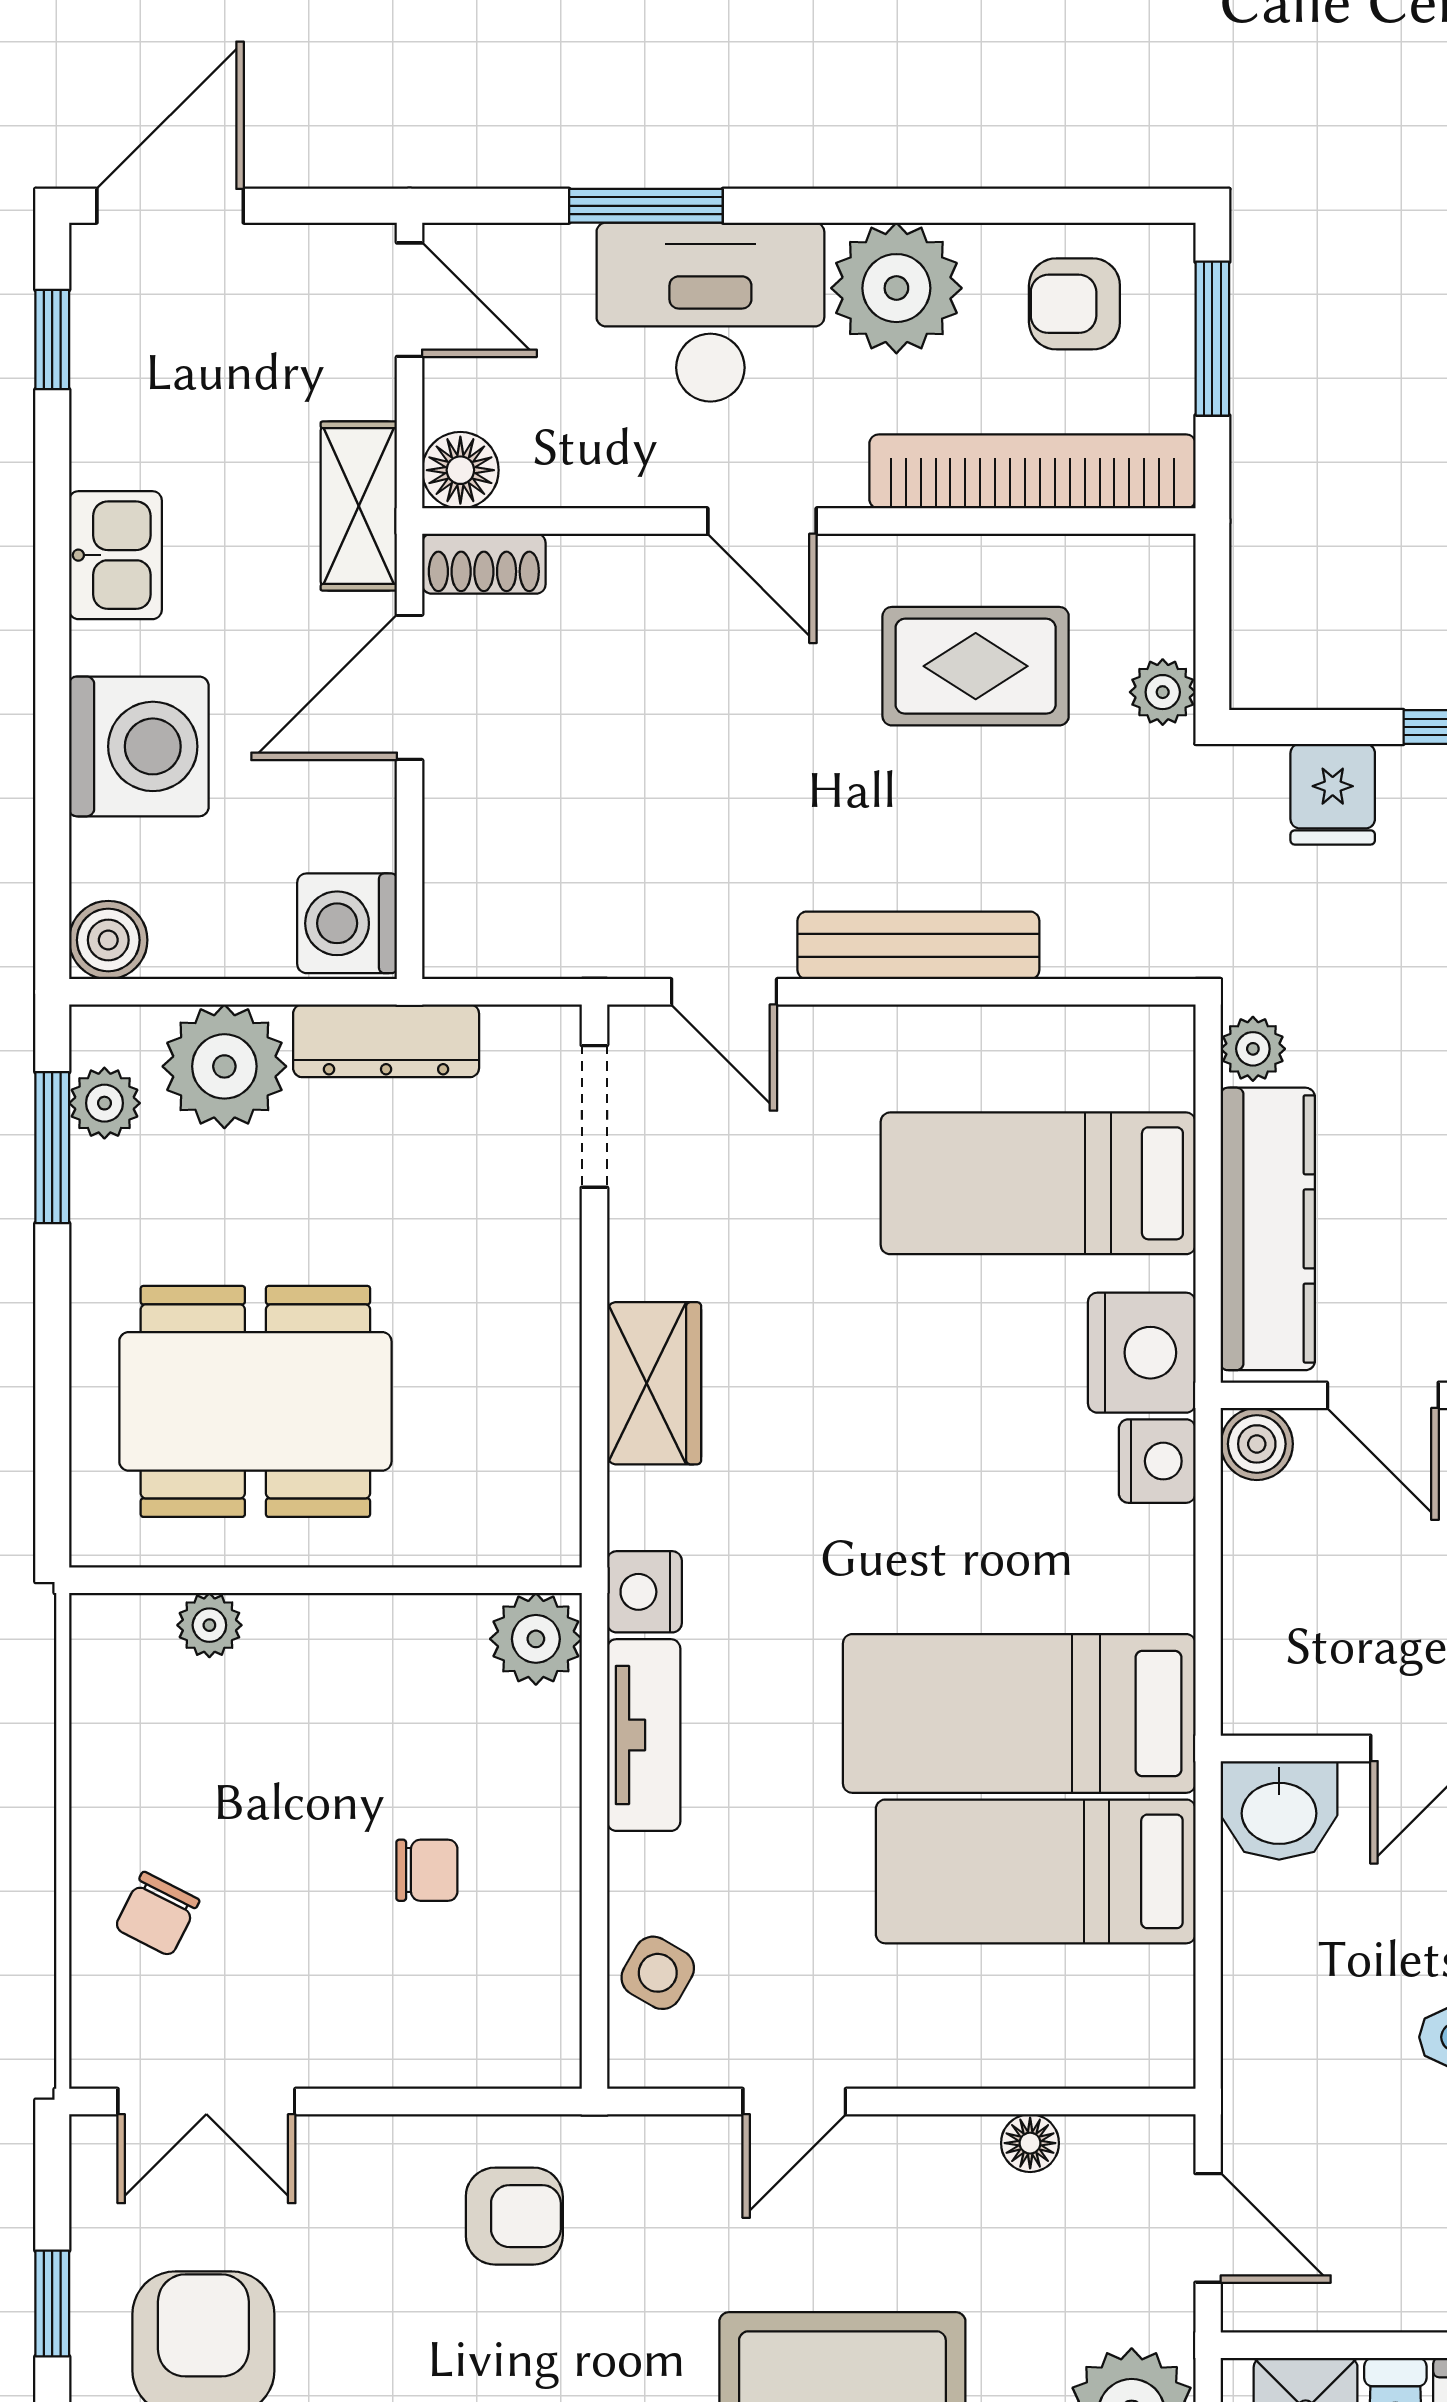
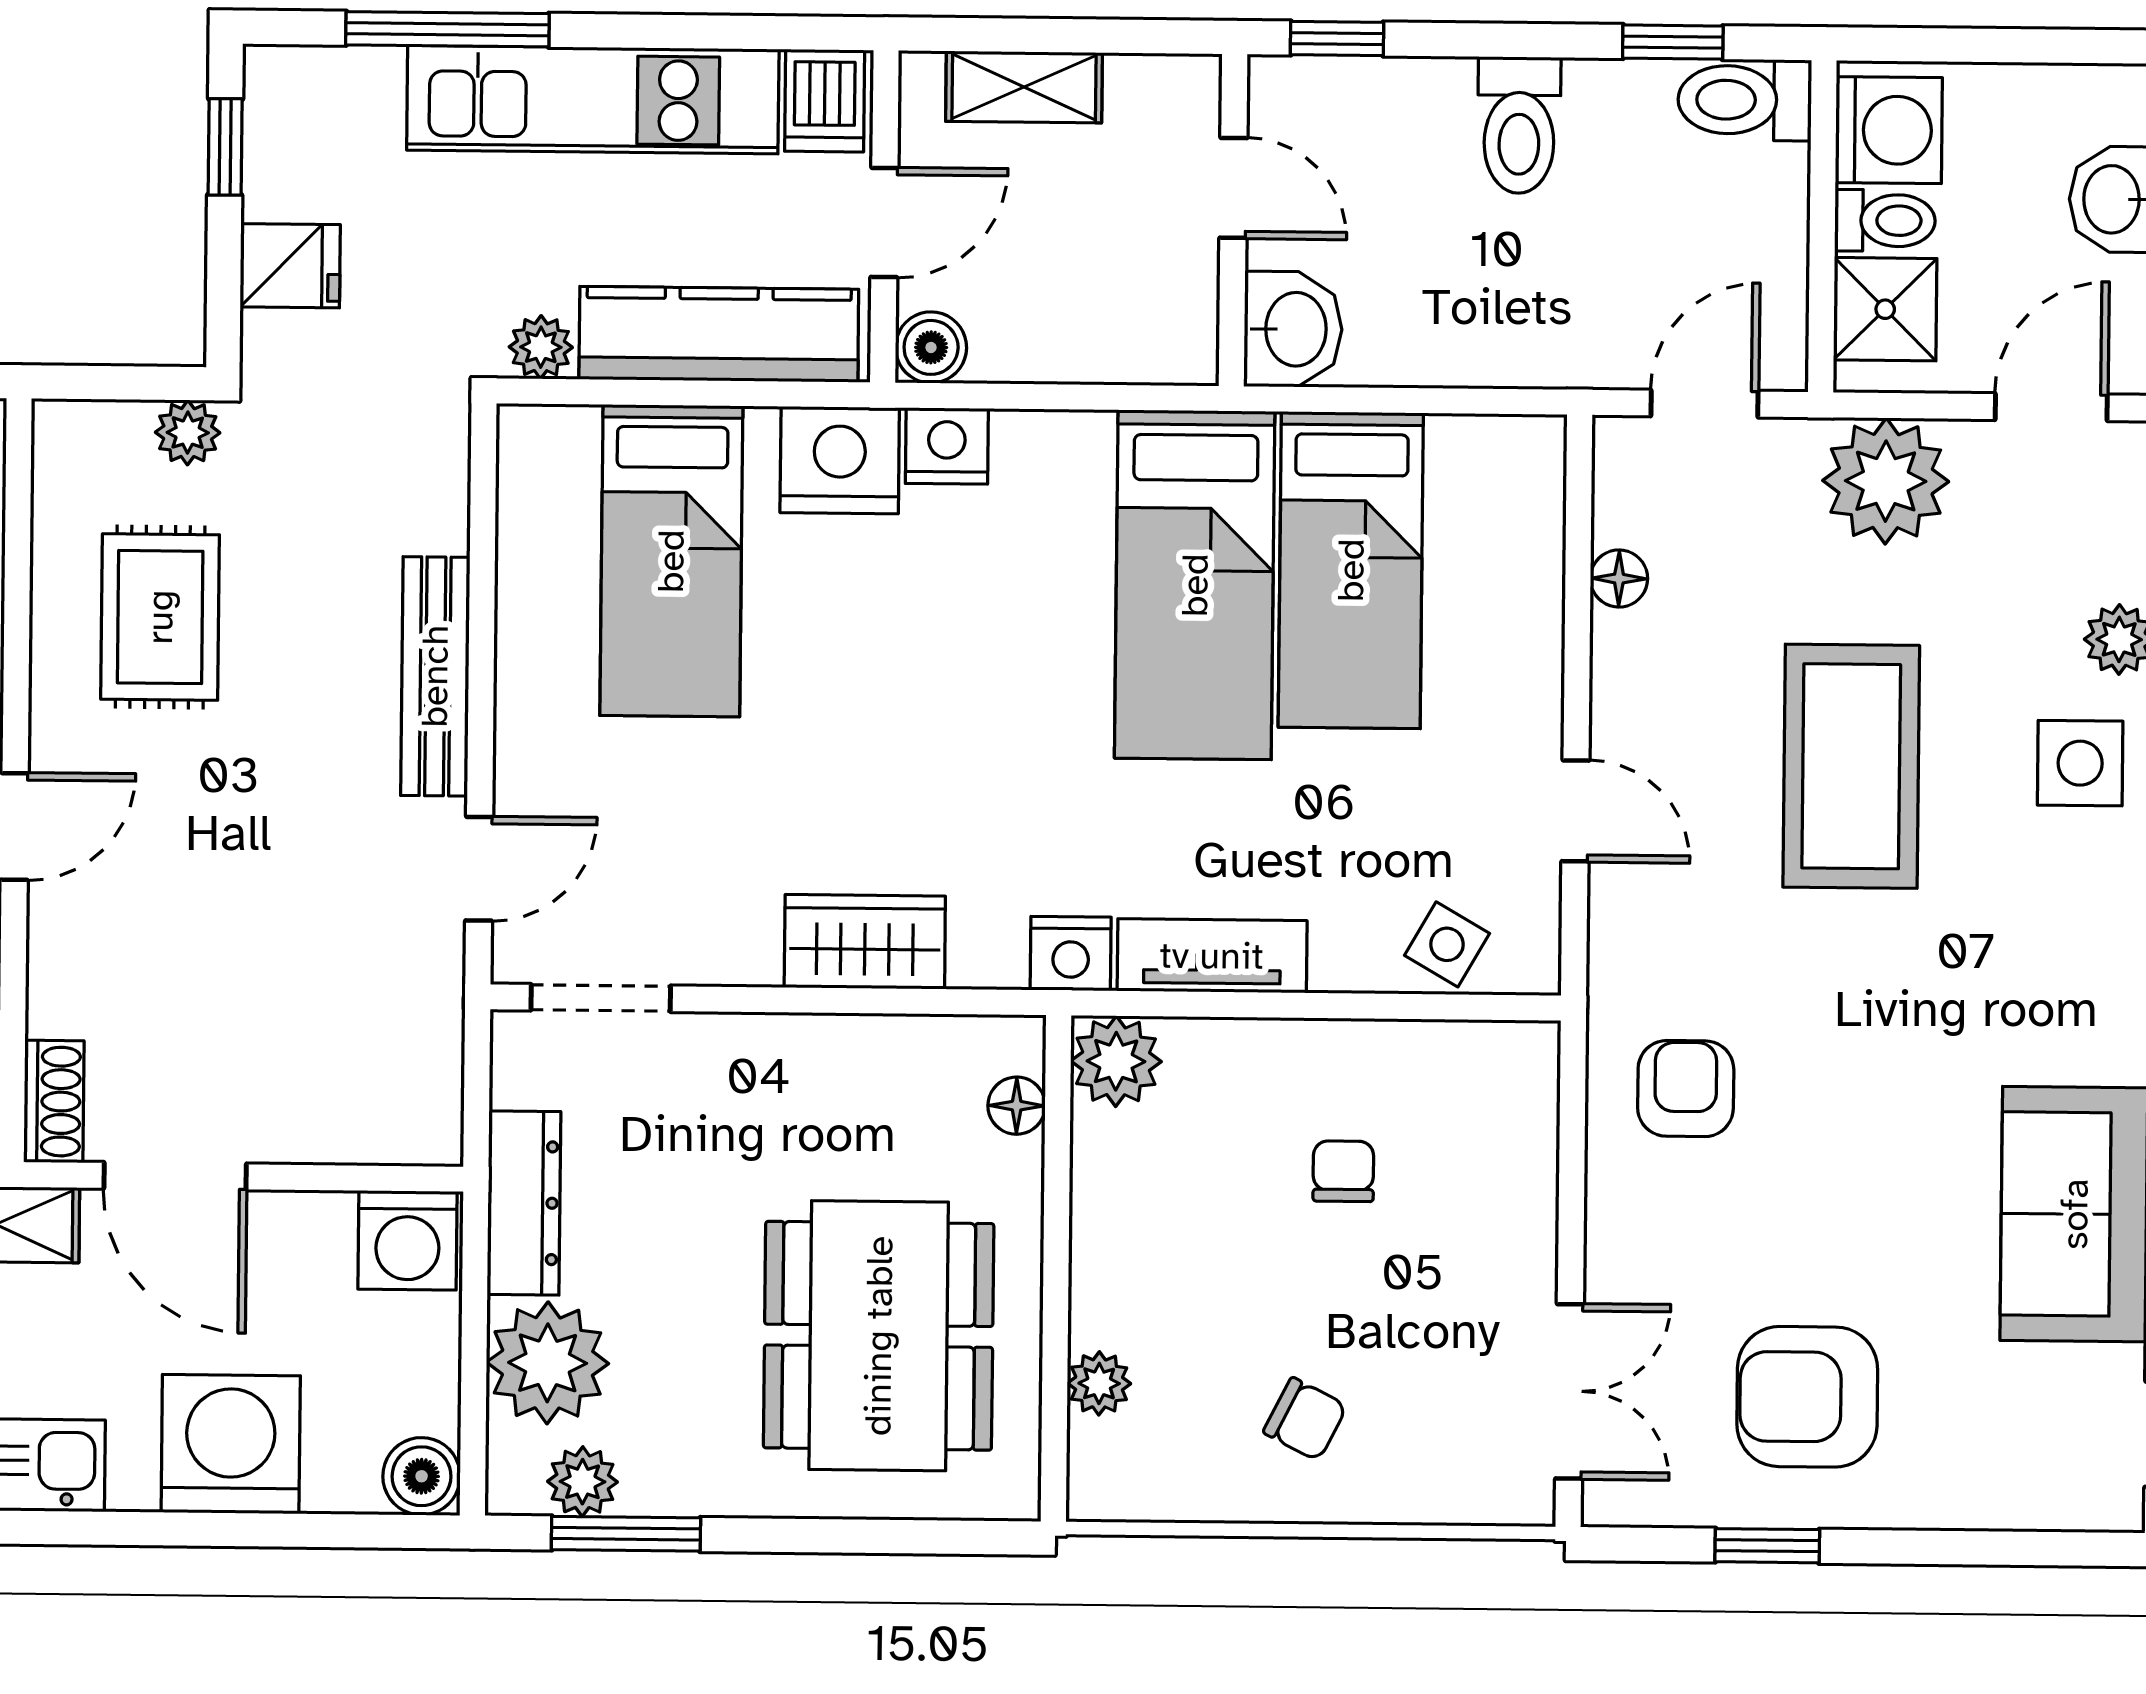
floor lamp: (490, 1539) -> (1017, 1106), added
chair: (157, 1914) -> (1305, 1419), moved

